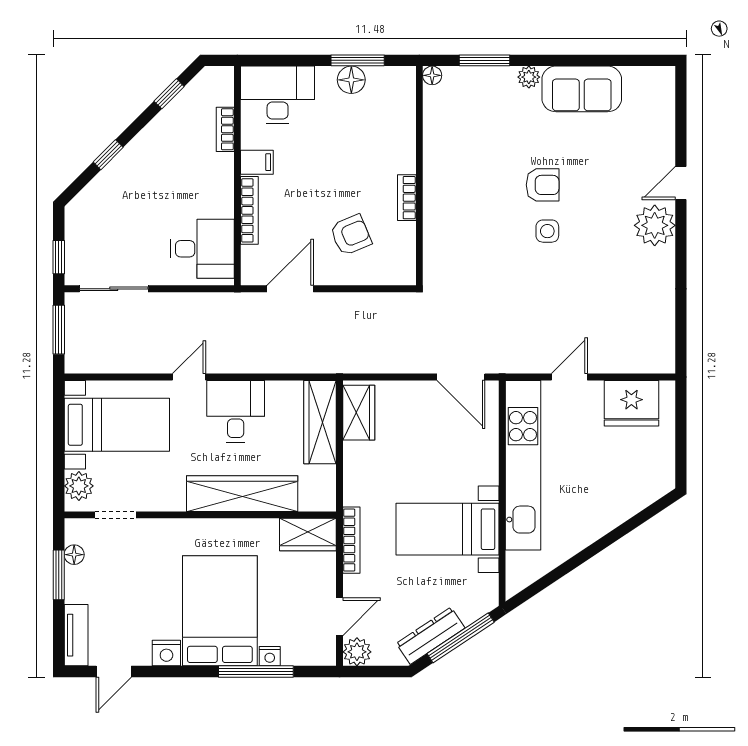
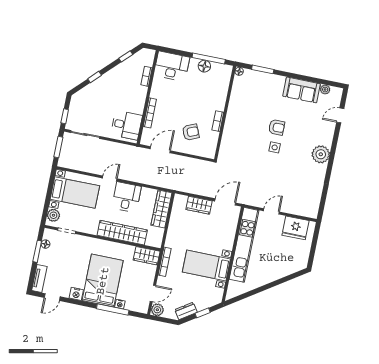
window: (358, 60) -> (209, 58), width x1.44
plant: (529, 77) -> (325, 90), moved
filing cabinet: (257, 162) -> (157, 93), removed
door: (681, 183) -> (340, 115), moved
door: (461, 377) -> (225, 202), swing flipped
wardrobe: (359, 413) -> (199, 205), moved, turned 90
dresser: (431, 636) -> (186, 311), width x0.70
window: (461, 638) -> (203, 313), width x0.46

